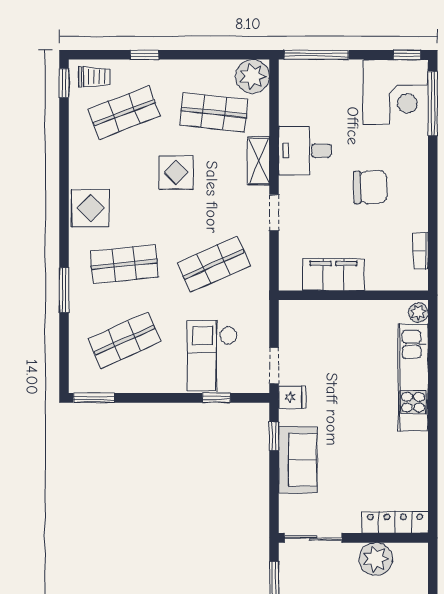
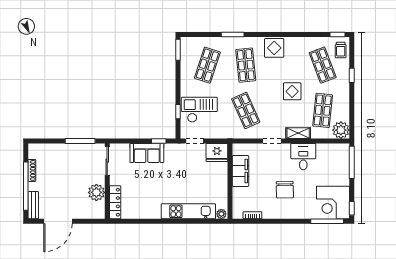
shop shelf: (124, 340) -> (207, 65), turned 42
fridge: (292, 397) -> (217, 152), moved, width x1.88, depth x1.34

